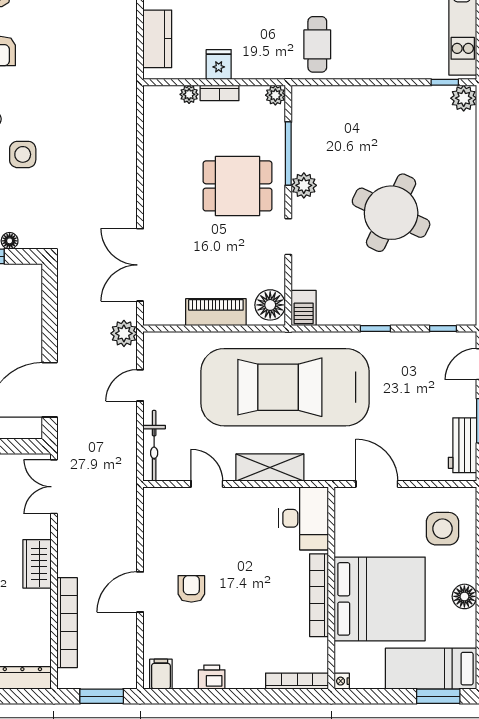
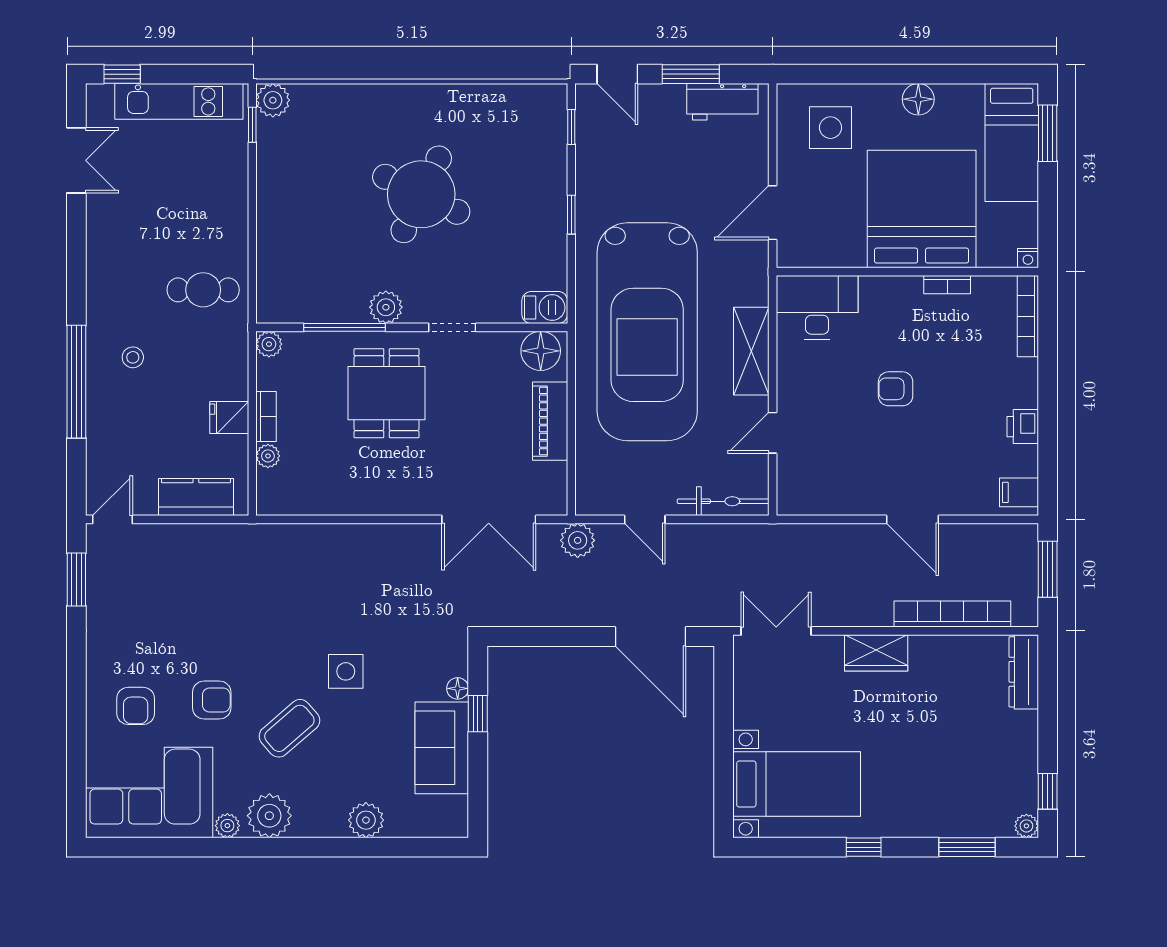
double door: (54, 487) -> (776, 631), swing flipped
armchair: (191, 589) -> (896, 389), moved
bookcase: (319, 595) -> (947, 285), width x0.43, depth x0.76

